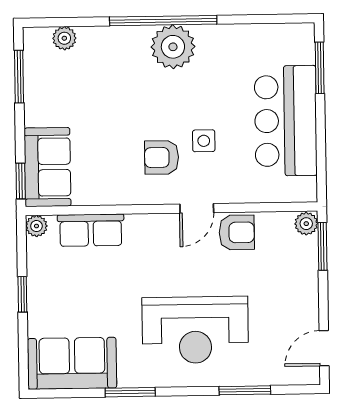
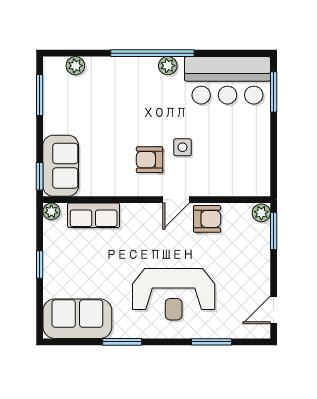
plant: (173, 47) -> (168, 66), width x0.53, depth x0.53
bar counter: (286, 121) -> (227, 80), moved, turned -90

